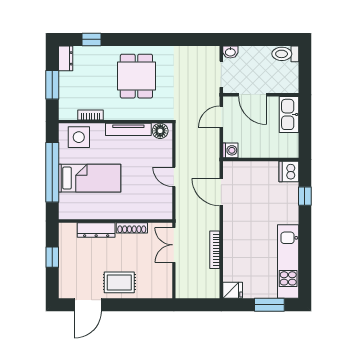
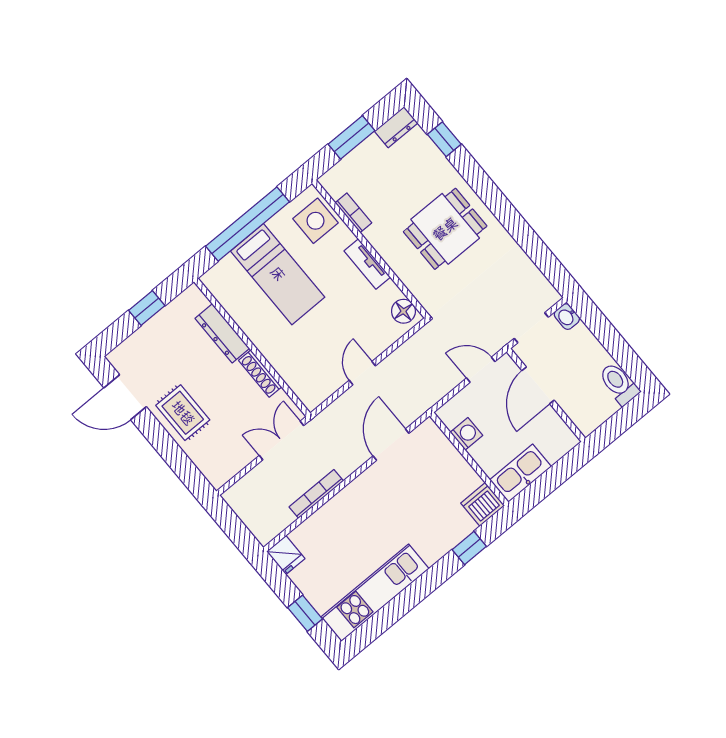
kitchen sink: (289, 114) -> (521, 473), moved
tv unit: (128, 129) -> (367, 264), width x0.71
washing machine: (230, 150) -> (466, 434), moved, turned -90
window: (269, 305) -> (305, 613), width x0.67

